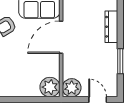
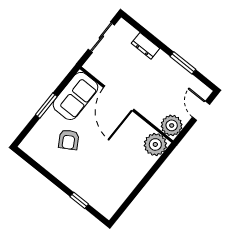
dresser: (111, 27) -> (145, 46), width x0.70
door: (98, 100) -> (201, 111), hinge flipped

